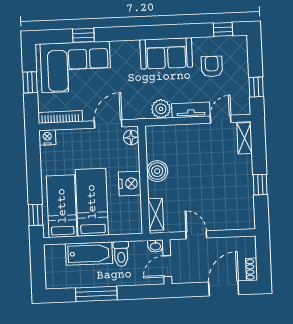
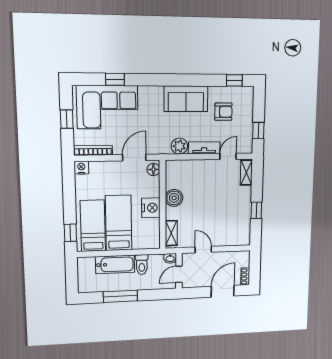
armchair: (212, 66) -> (223, 112), turned 90

